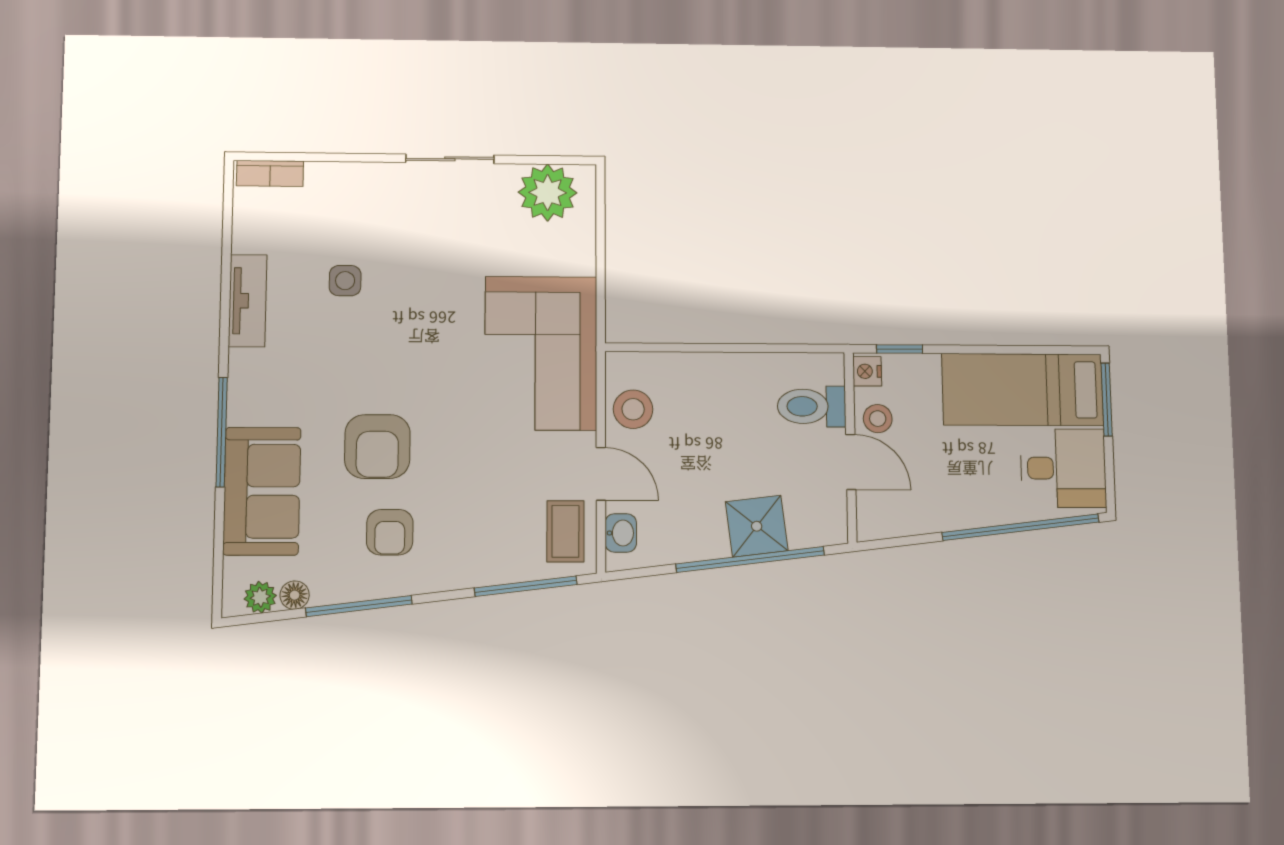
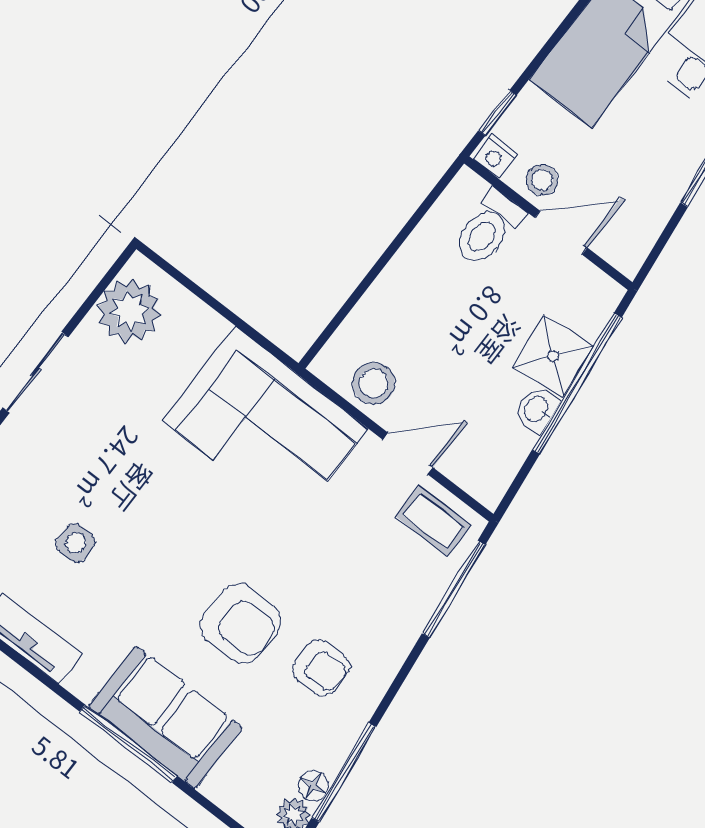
sofa: (262, 491) -> (165, 717), moved
washbasin: (621, 533) -> (537, 409), moved, turned -97
window: (359, 606) -> (344, 772), moved

